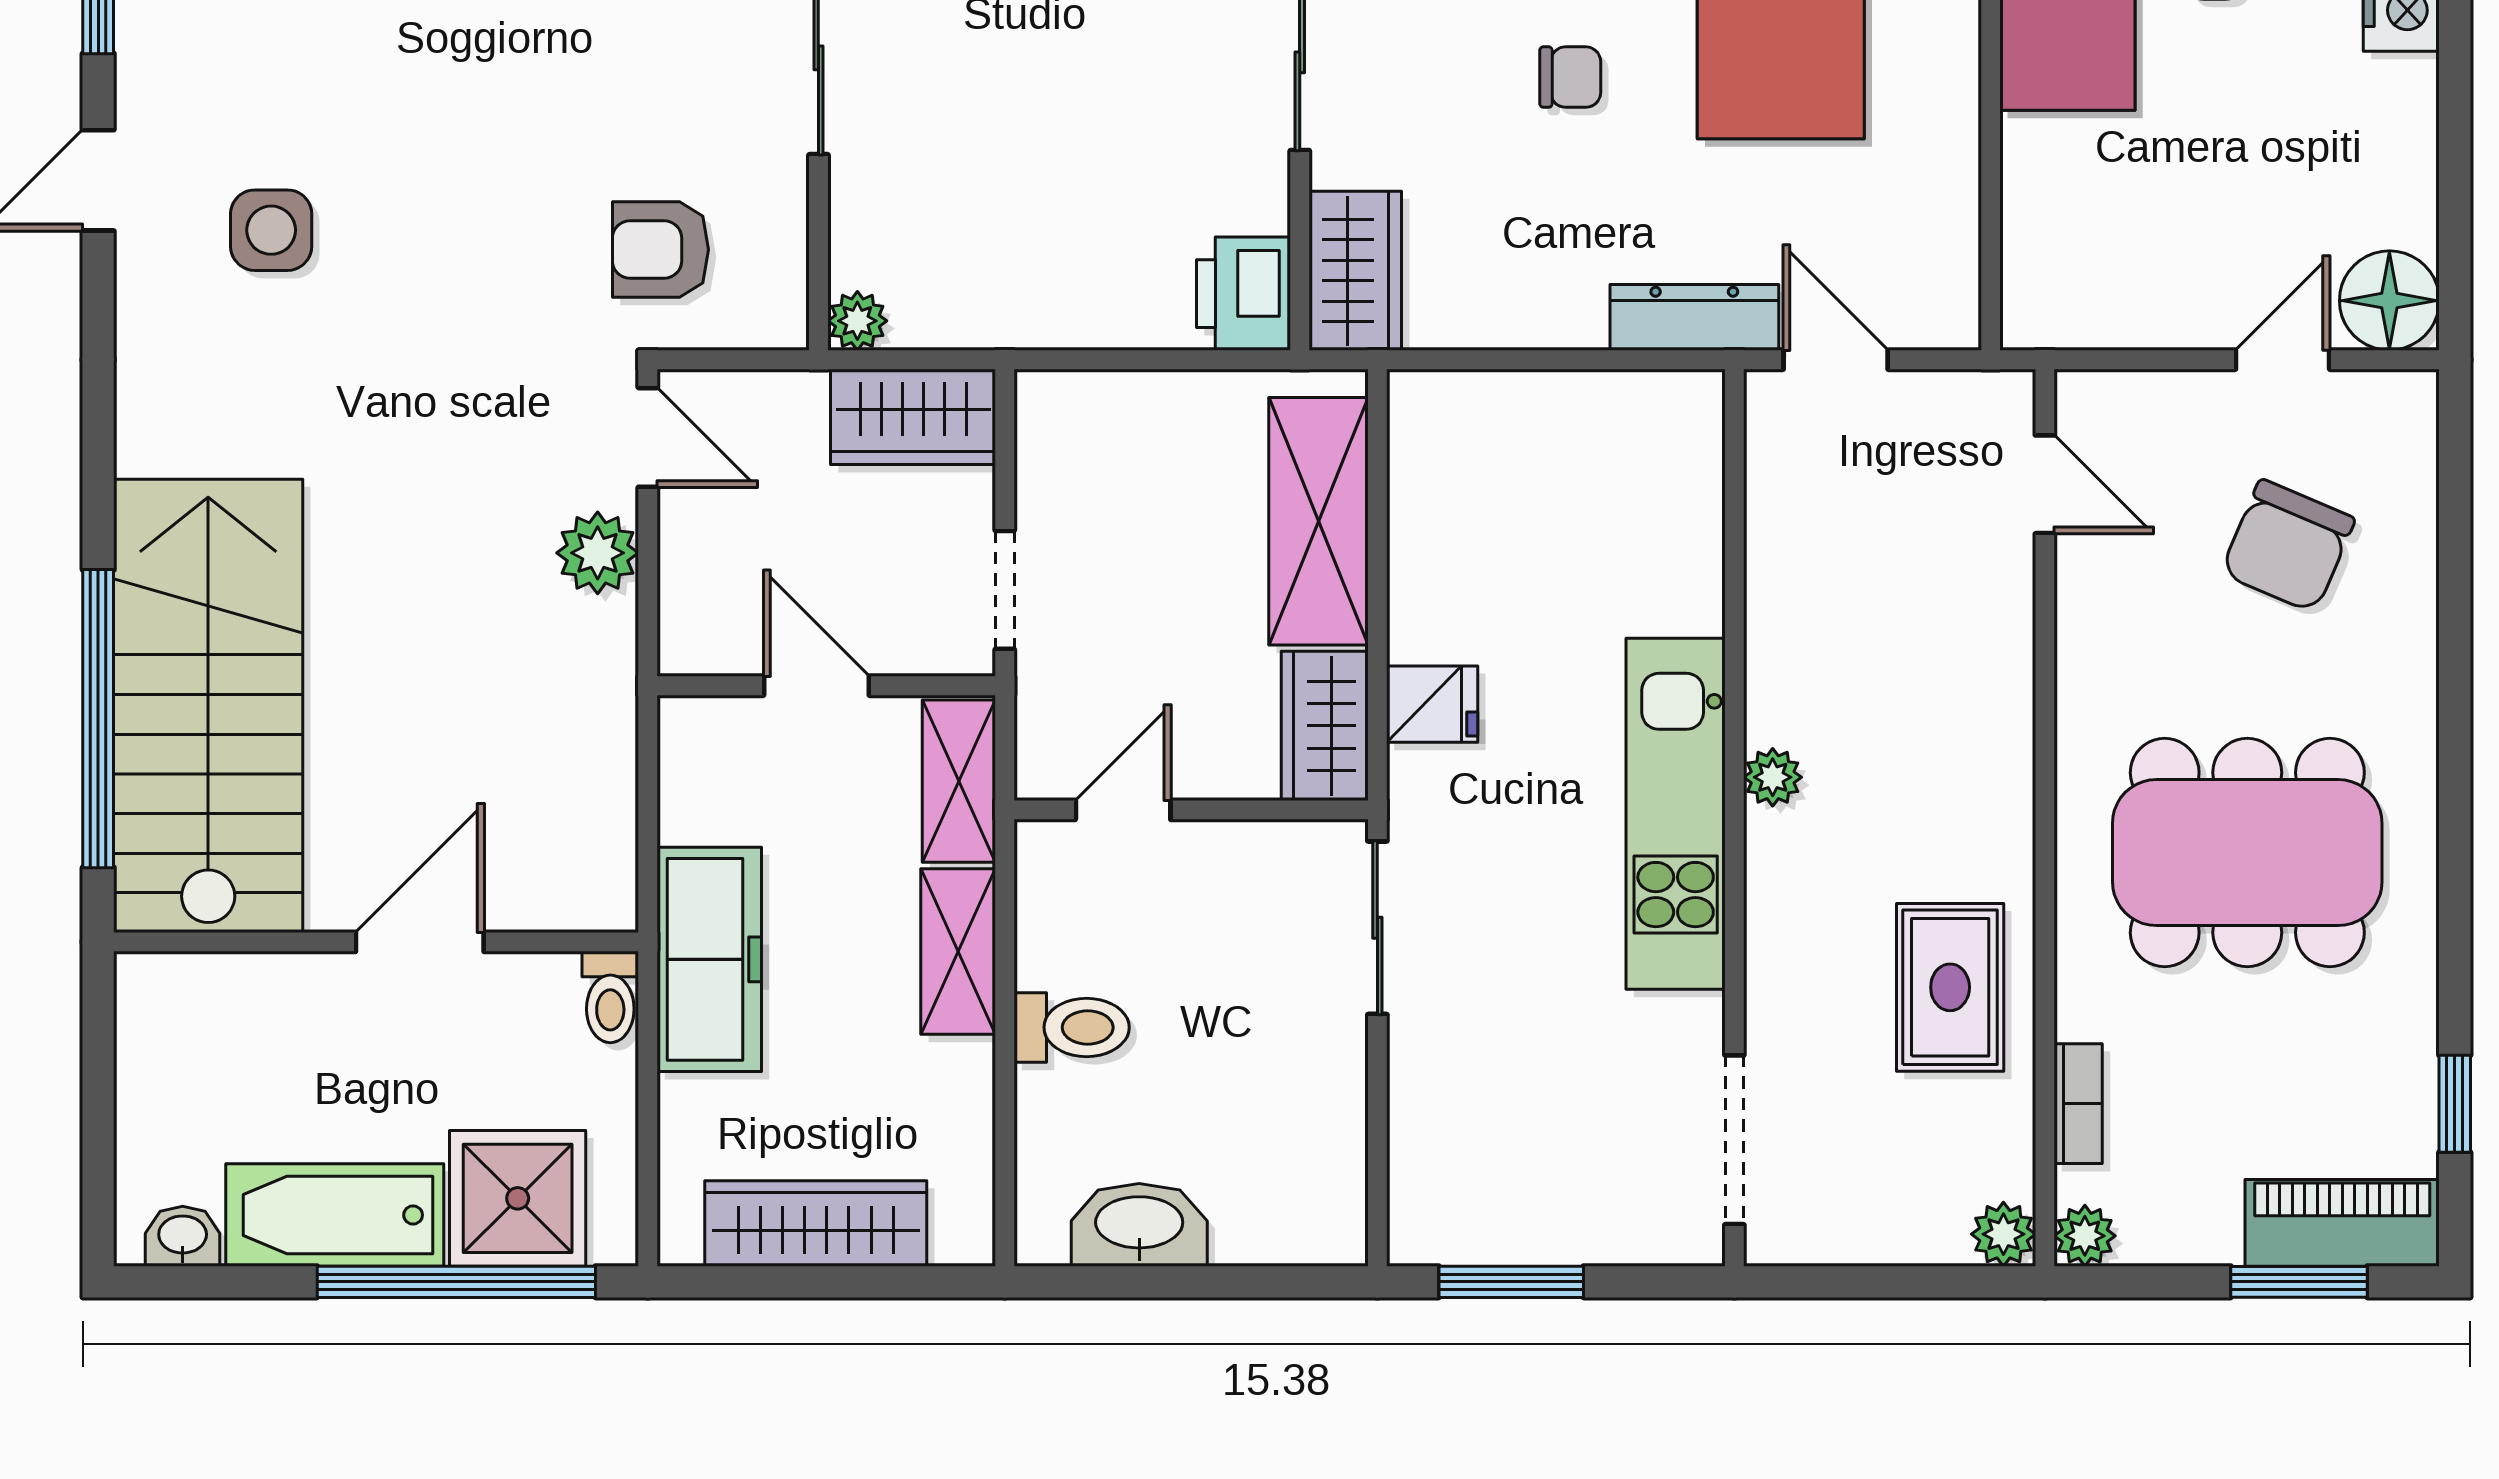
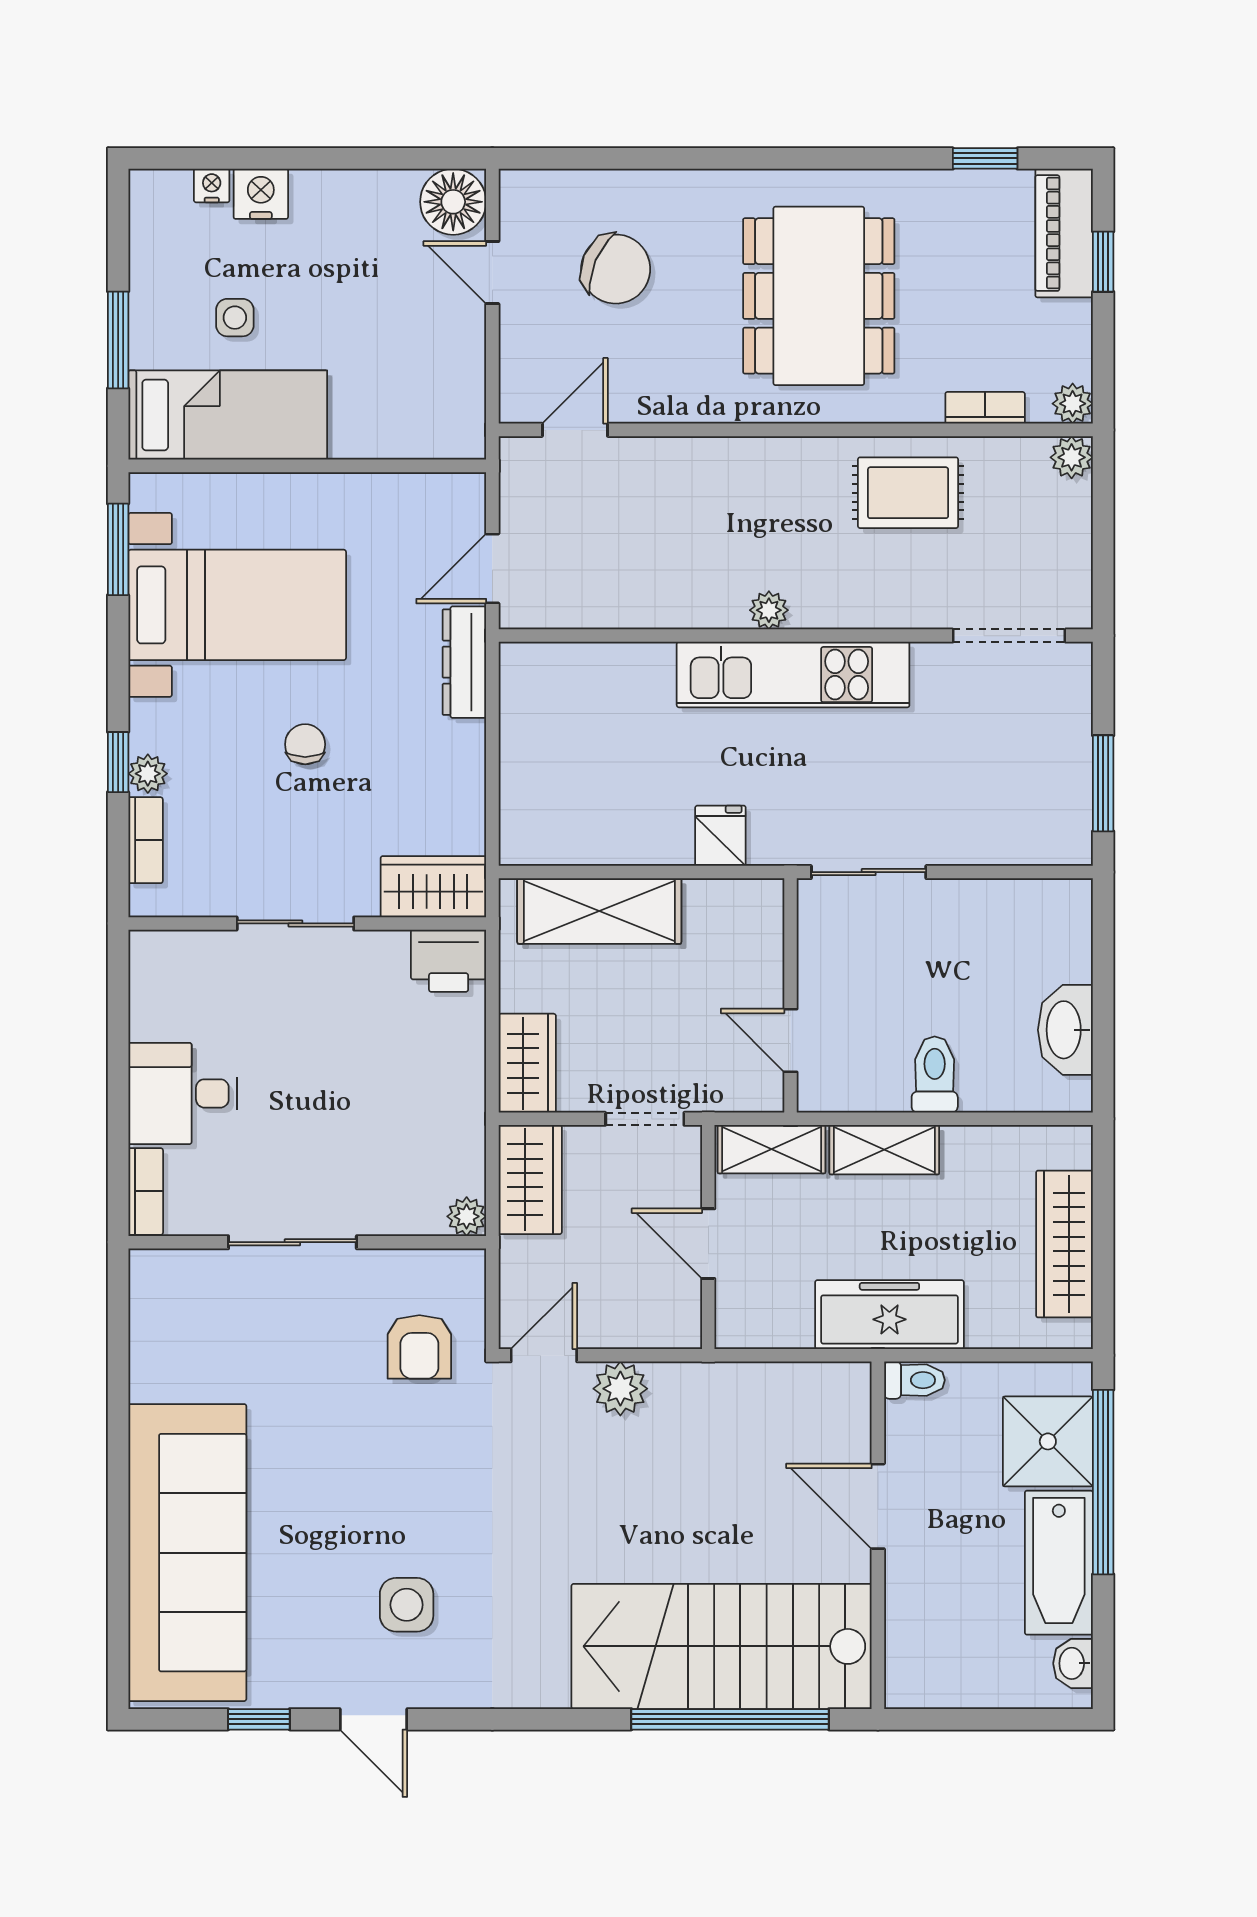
door: (816, 686) -> (708, 1244), hinge flipped
wardrobe: (1325, 726) -> (527, 1063), moved, turned -90
window: (2299, 1282) -> (1103, 262), width x0.67

